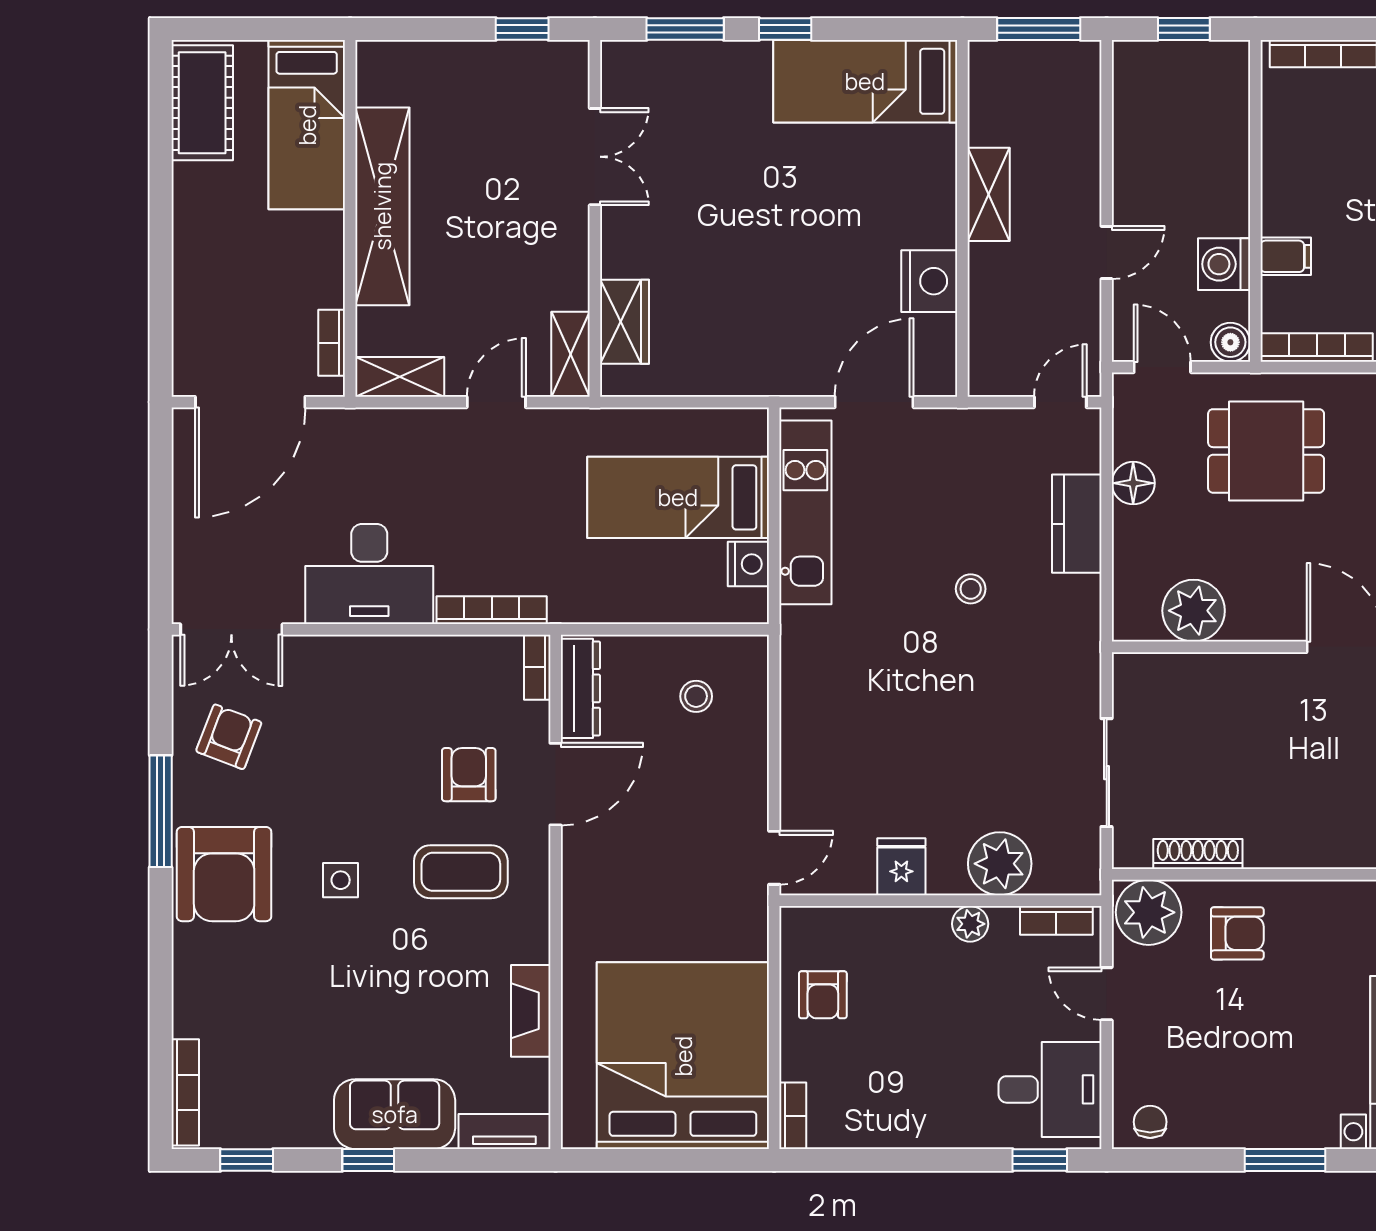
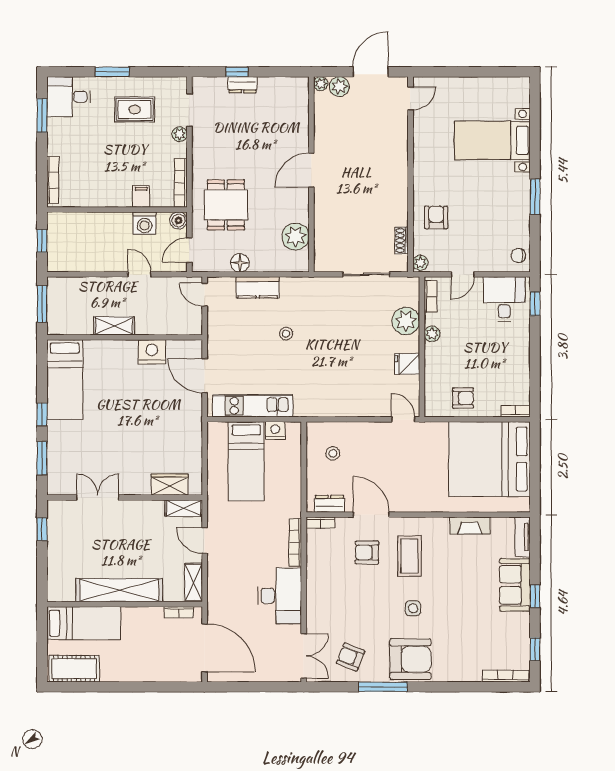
dresser: (580, 688) -> (329, 504), width x0.70
shoe rack: (1198, 854) -> (402, 240), width x0.70
plant: (1149, 912) -> (420, 263), width x0.53, depth x0.53

